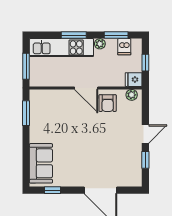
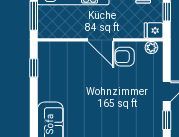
armchair: (108, 103) -> (125, 57), turned 90
window: (26, 113) -> (34, 68), width x0.67

